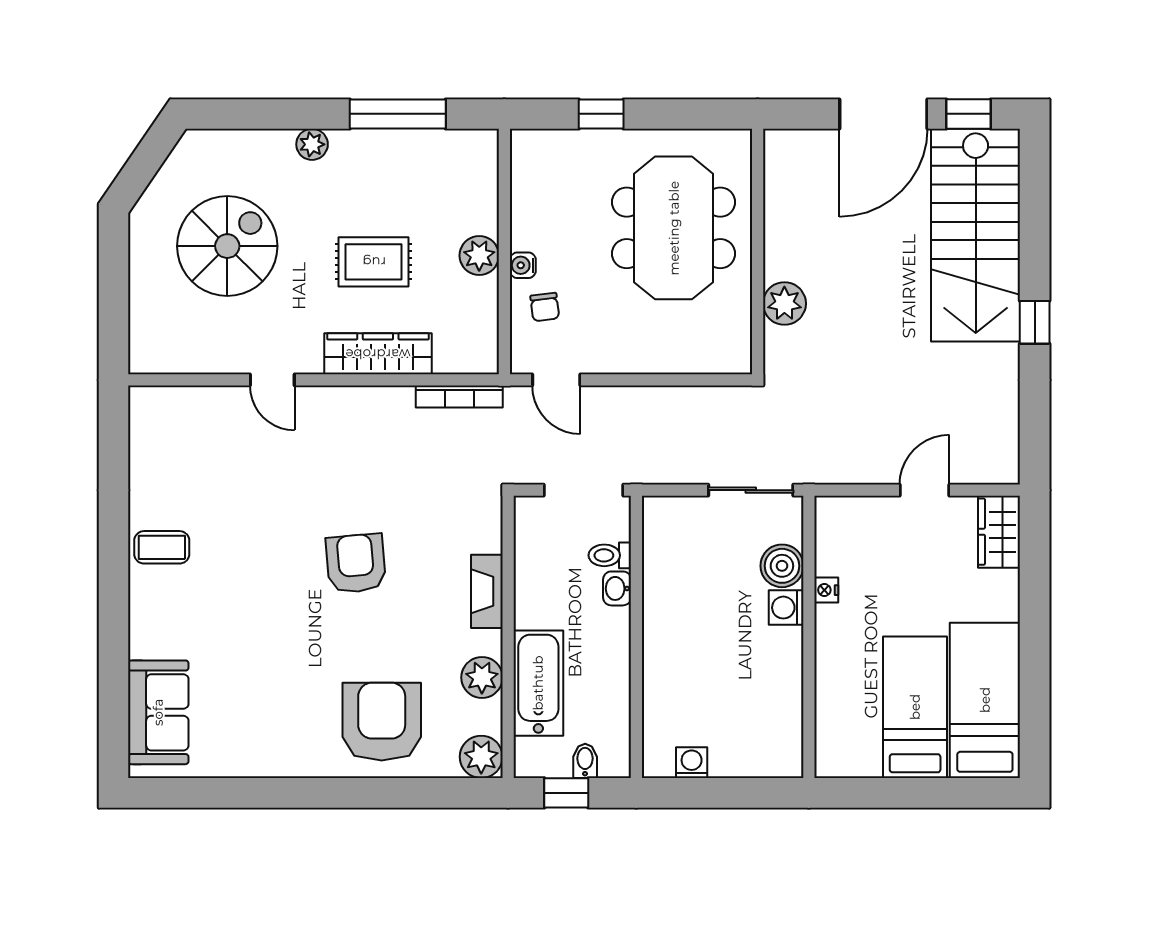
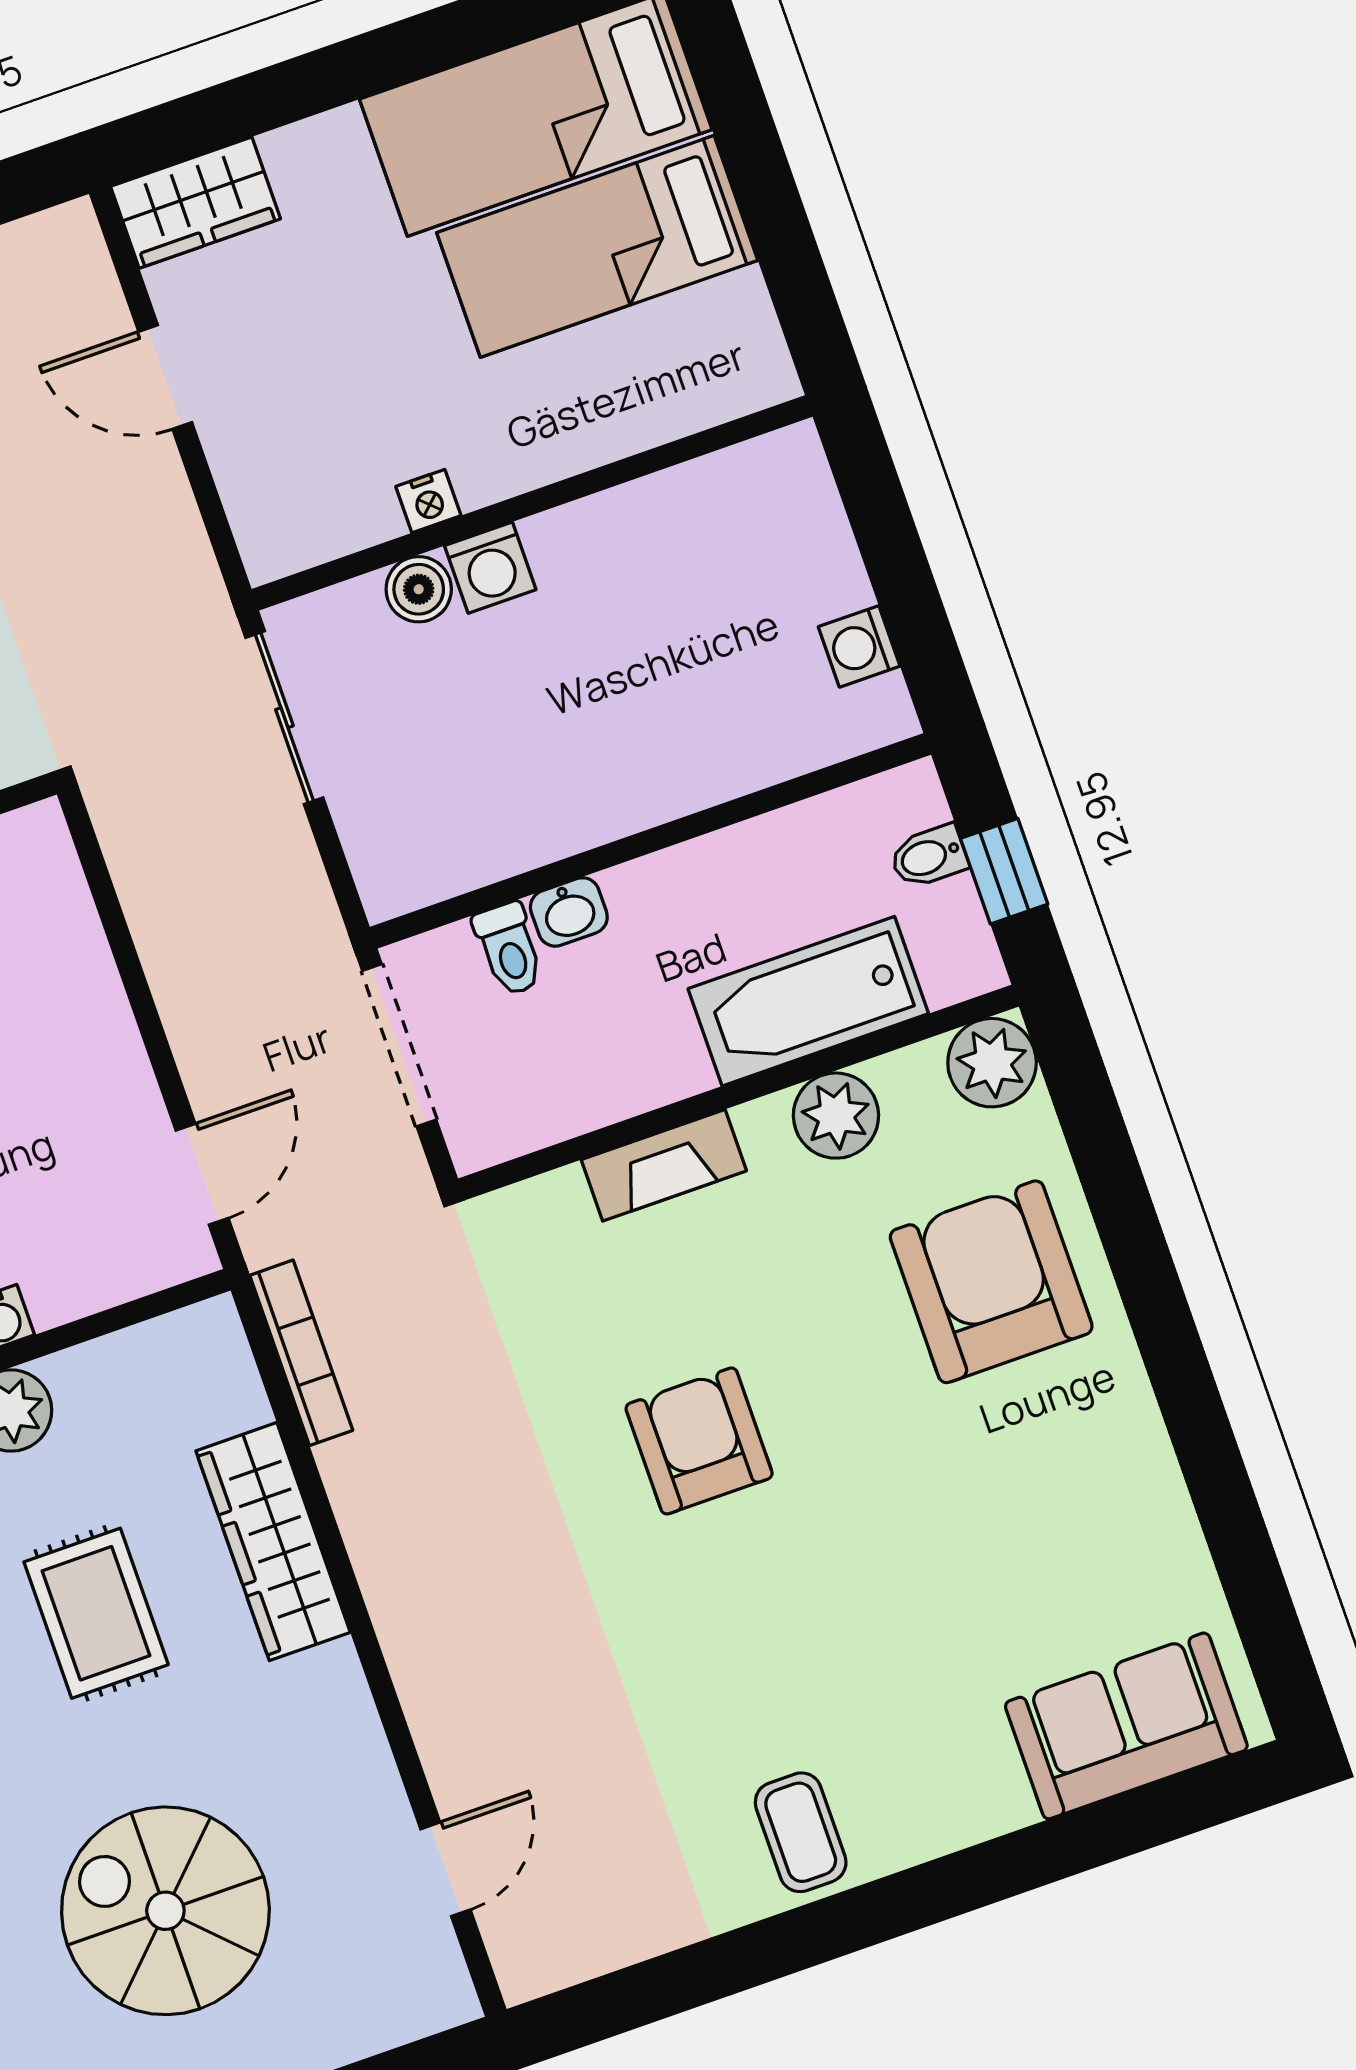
chair: (545, 307) -> (67, 1247), removed
door: (272, 380) -> (446, 1869), moved
armchair: (356, 563) -> (699, 1441), turned 95
boiler: (782, 566) -> (419, 589), width x0.73, depth x0.73
armchair: (382, 722) -> (991, 1282), turned 90

